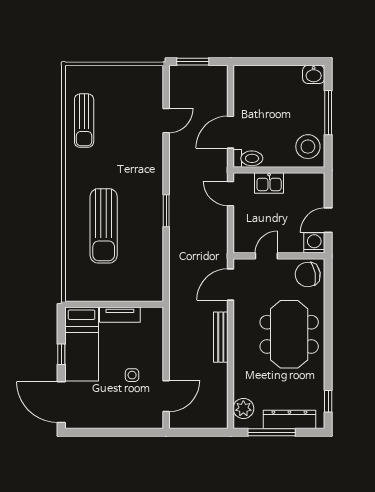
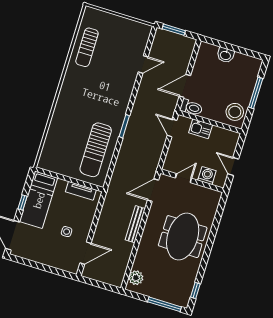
washbasin: (314, 74) -> (225, 55), moved
door: (328, 220) -> (233, 167), hinge flipped
sun lounger: (104, 226) -> (96, 150), moved
washing machine: (314, 243) -> (207, 176), moved
chair: (308, 275) -> (208, 199), removed
tv unit: (120, 315) -> (81, 191), moved
dresser: (289, 419) -> (165, 295), removed
window: (272, 432) -> (164, 304), moved

